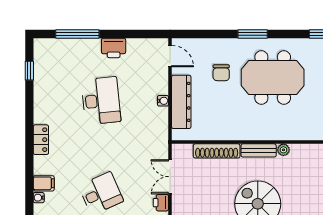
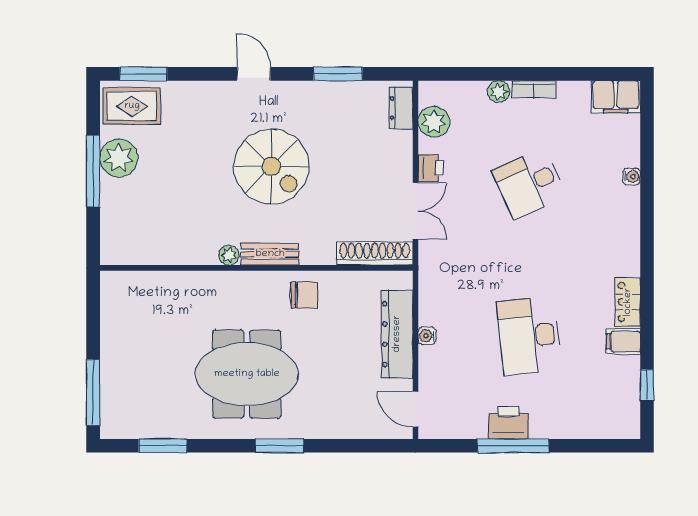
window: (77, 34) -> (513, 446), moved
chair: (221, 73) -> (304, 295), moved, turned 90
locker: (41, 140) -> (628, 302), moved
shoe rack: (217, 151) -> (375, 253), moved
filing cabinet: (44, 183) -> (623, 341), moved

